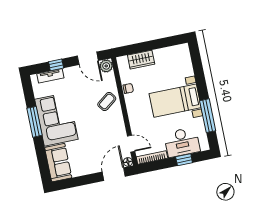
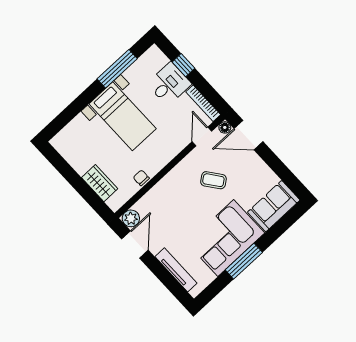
window: (56, 65) -> (164, 276), removed
tv unit: (50, 76) -> (176, 270), width x1.41
coffee table: (107, 102) -> (213, 180), moved
desk: (182, 142) -> (169, 84), width x0.73

